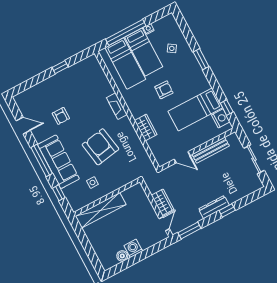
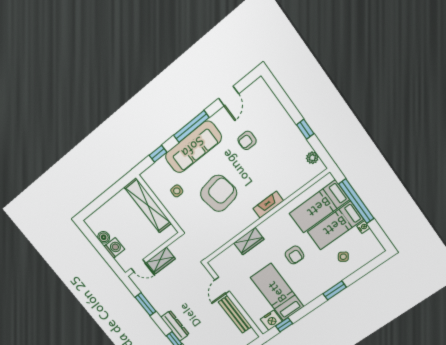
plant: (84, 64) -> (312, 158), added
wardrobe: (163, 202) -> (161, 260), moved
wall: (156, 209) -> (153, 255), moved
door: (164, 224) -> (138, 266), moved

